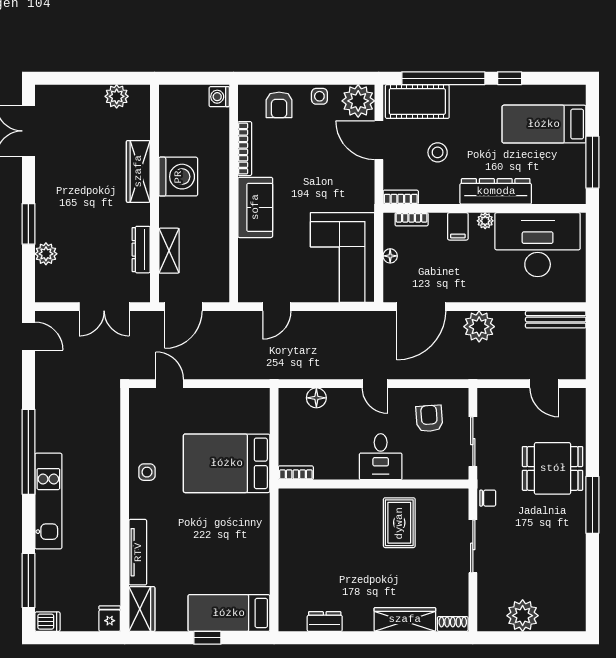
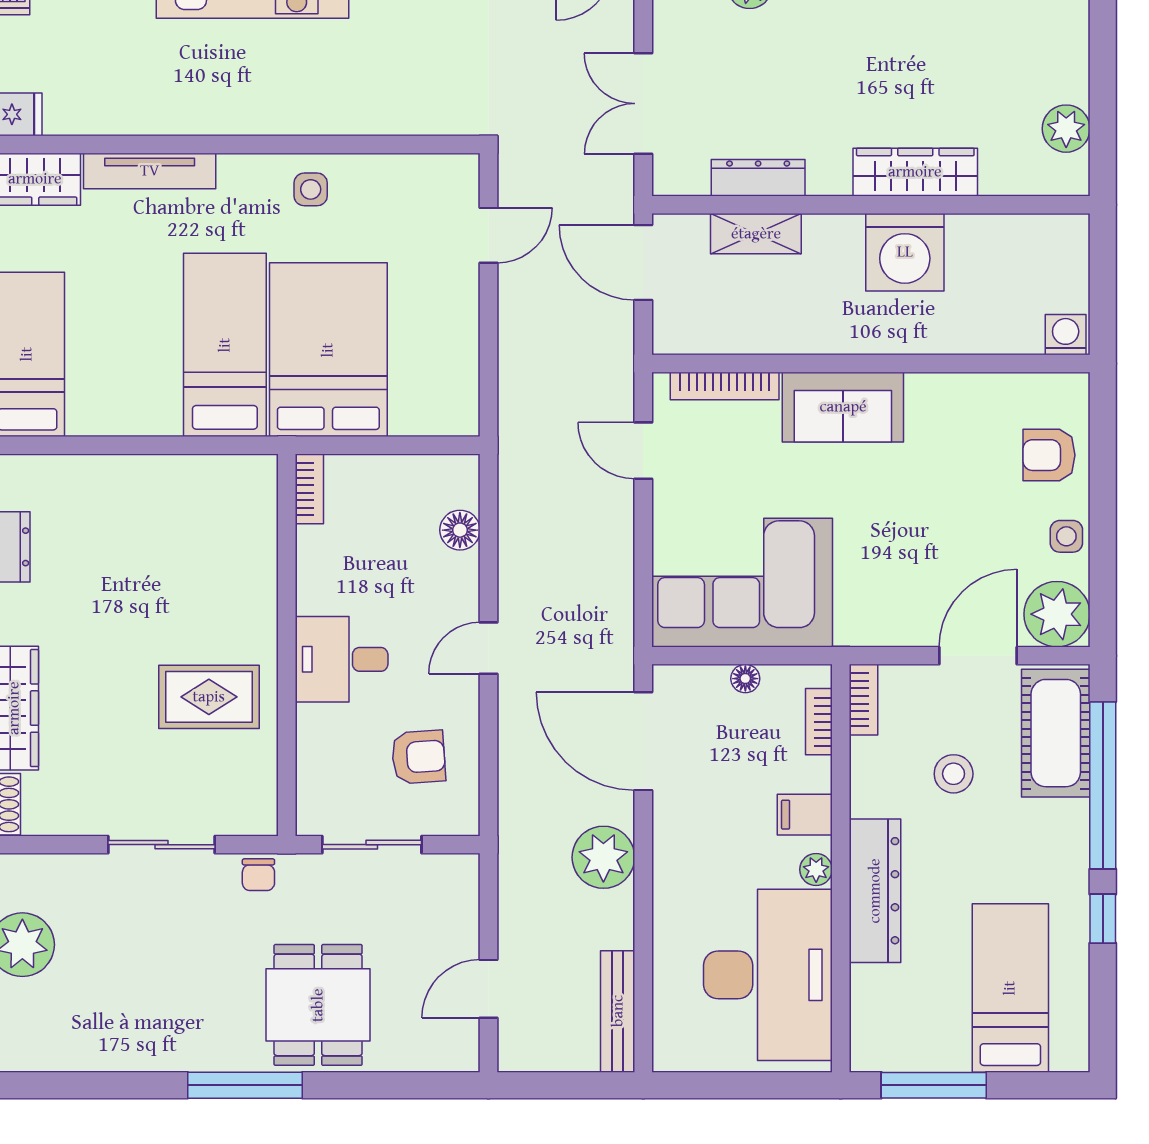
bookcase: (245, 149) -> (725, 386), moved
bed: (224, 515) -> (225, 345), added

